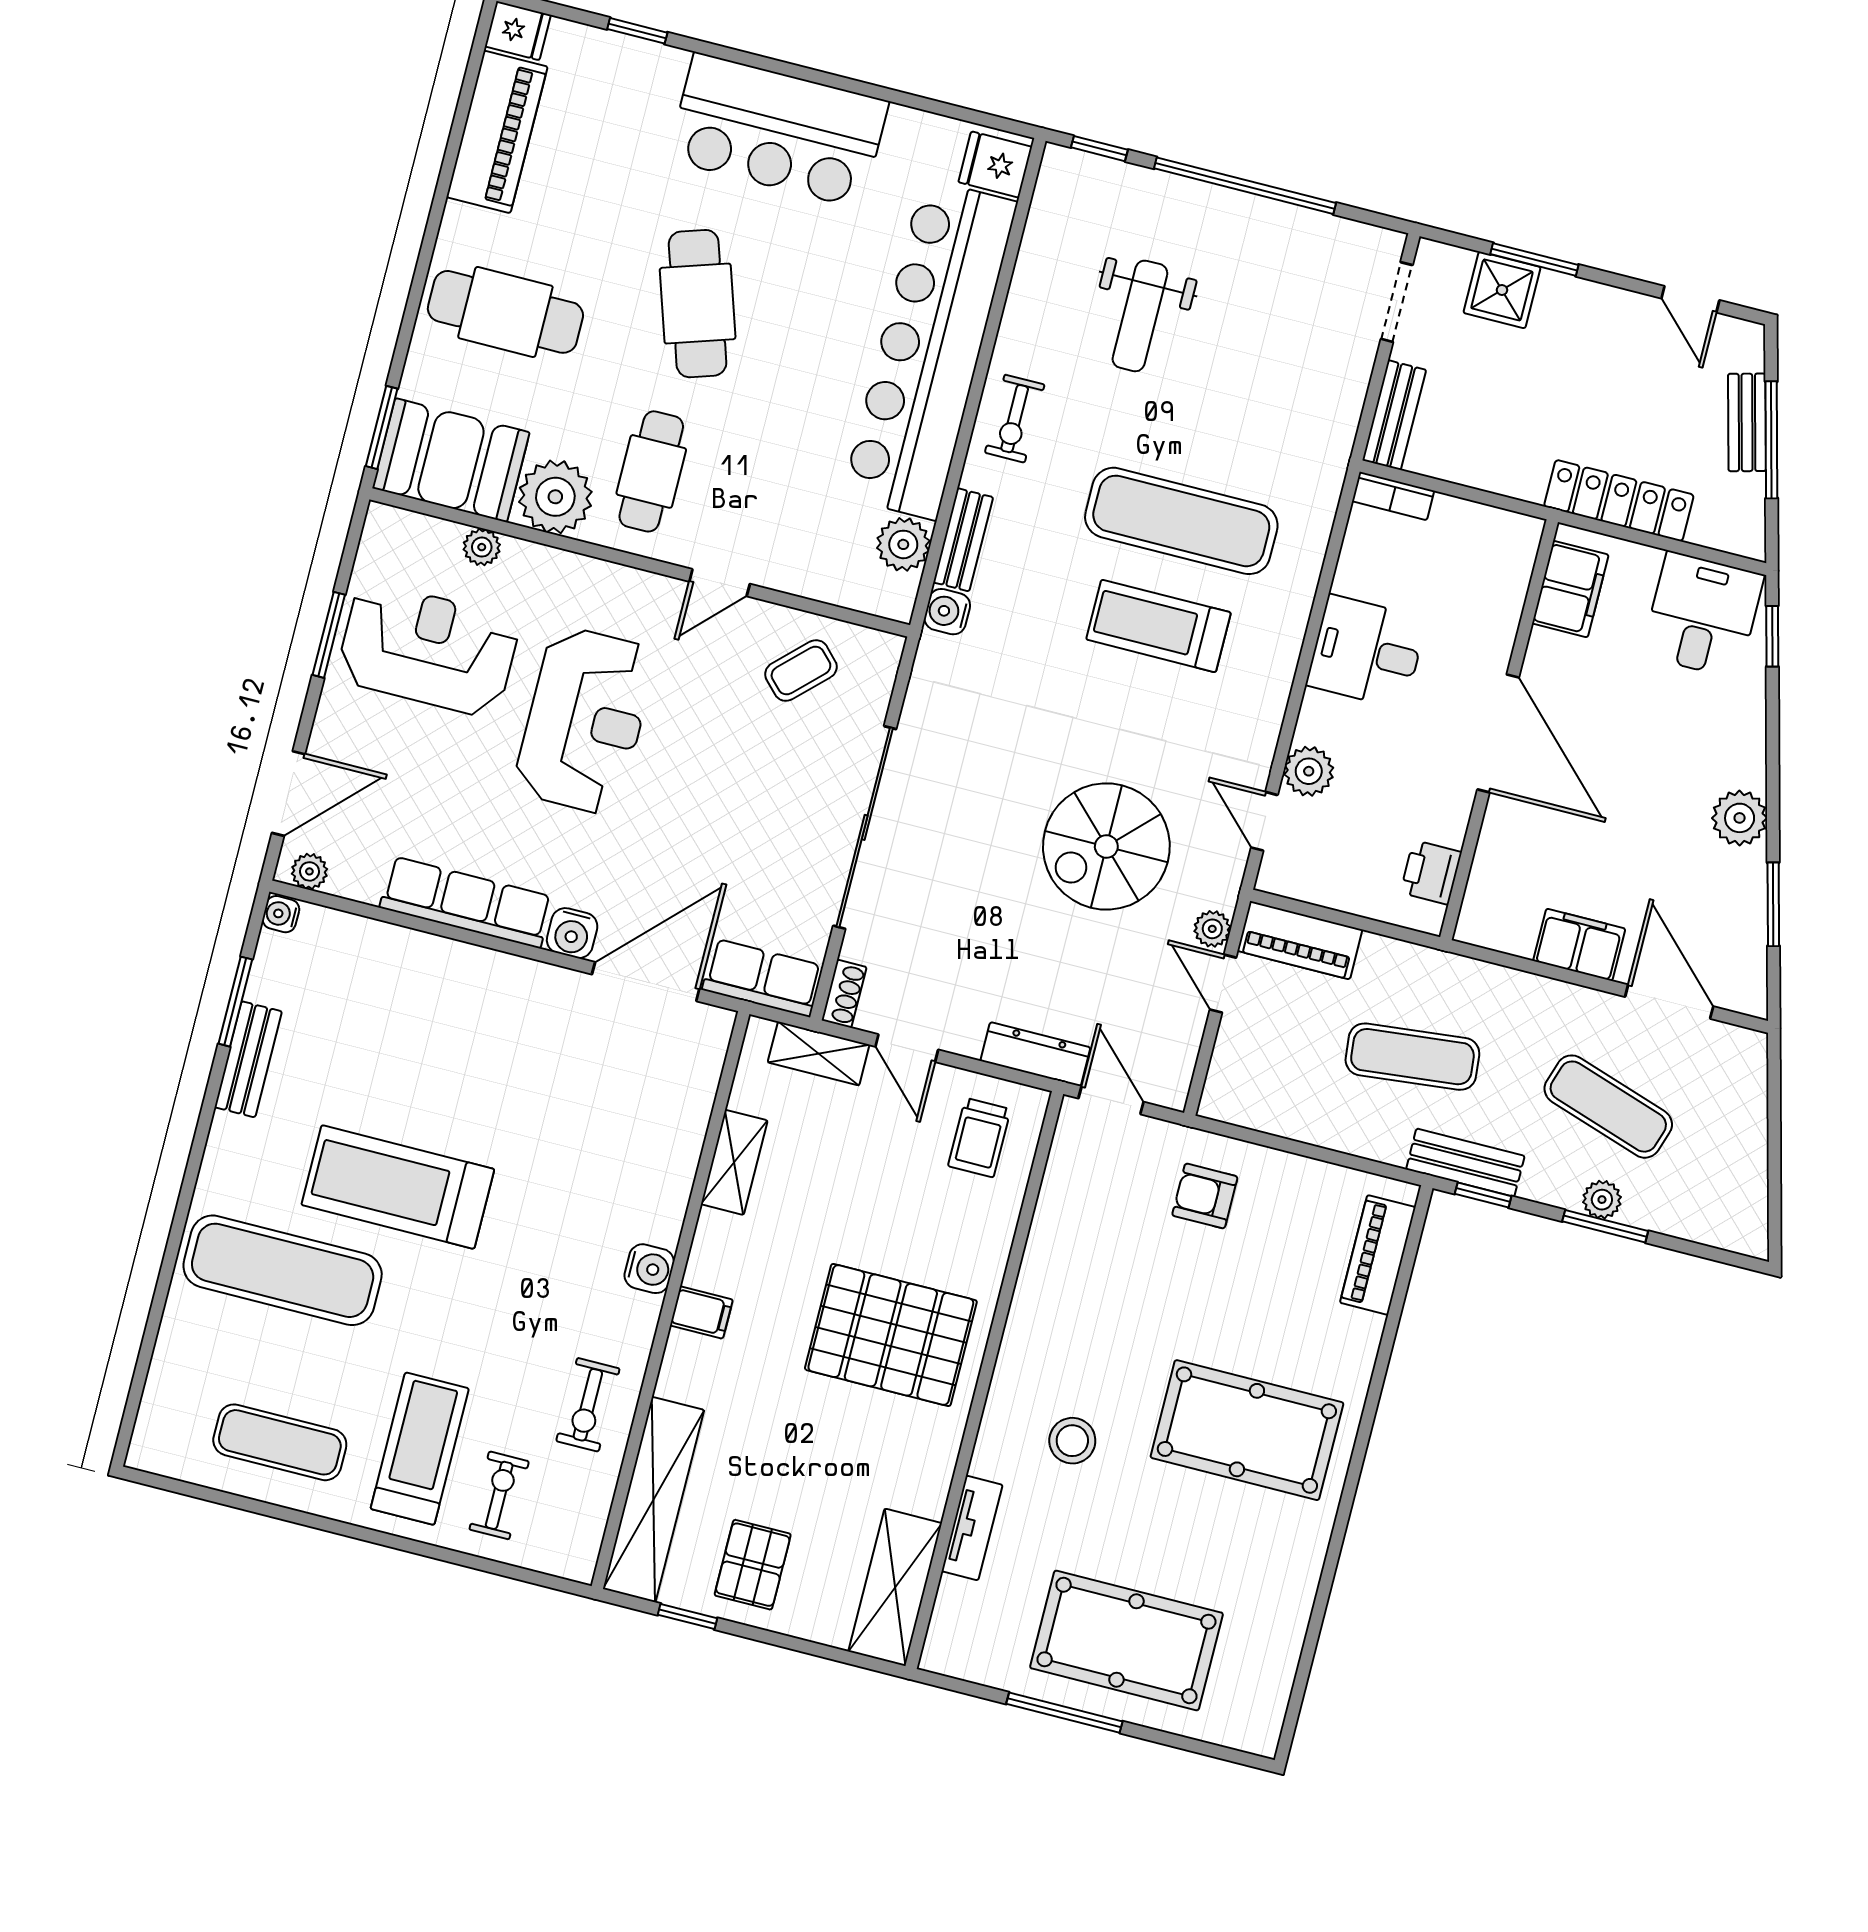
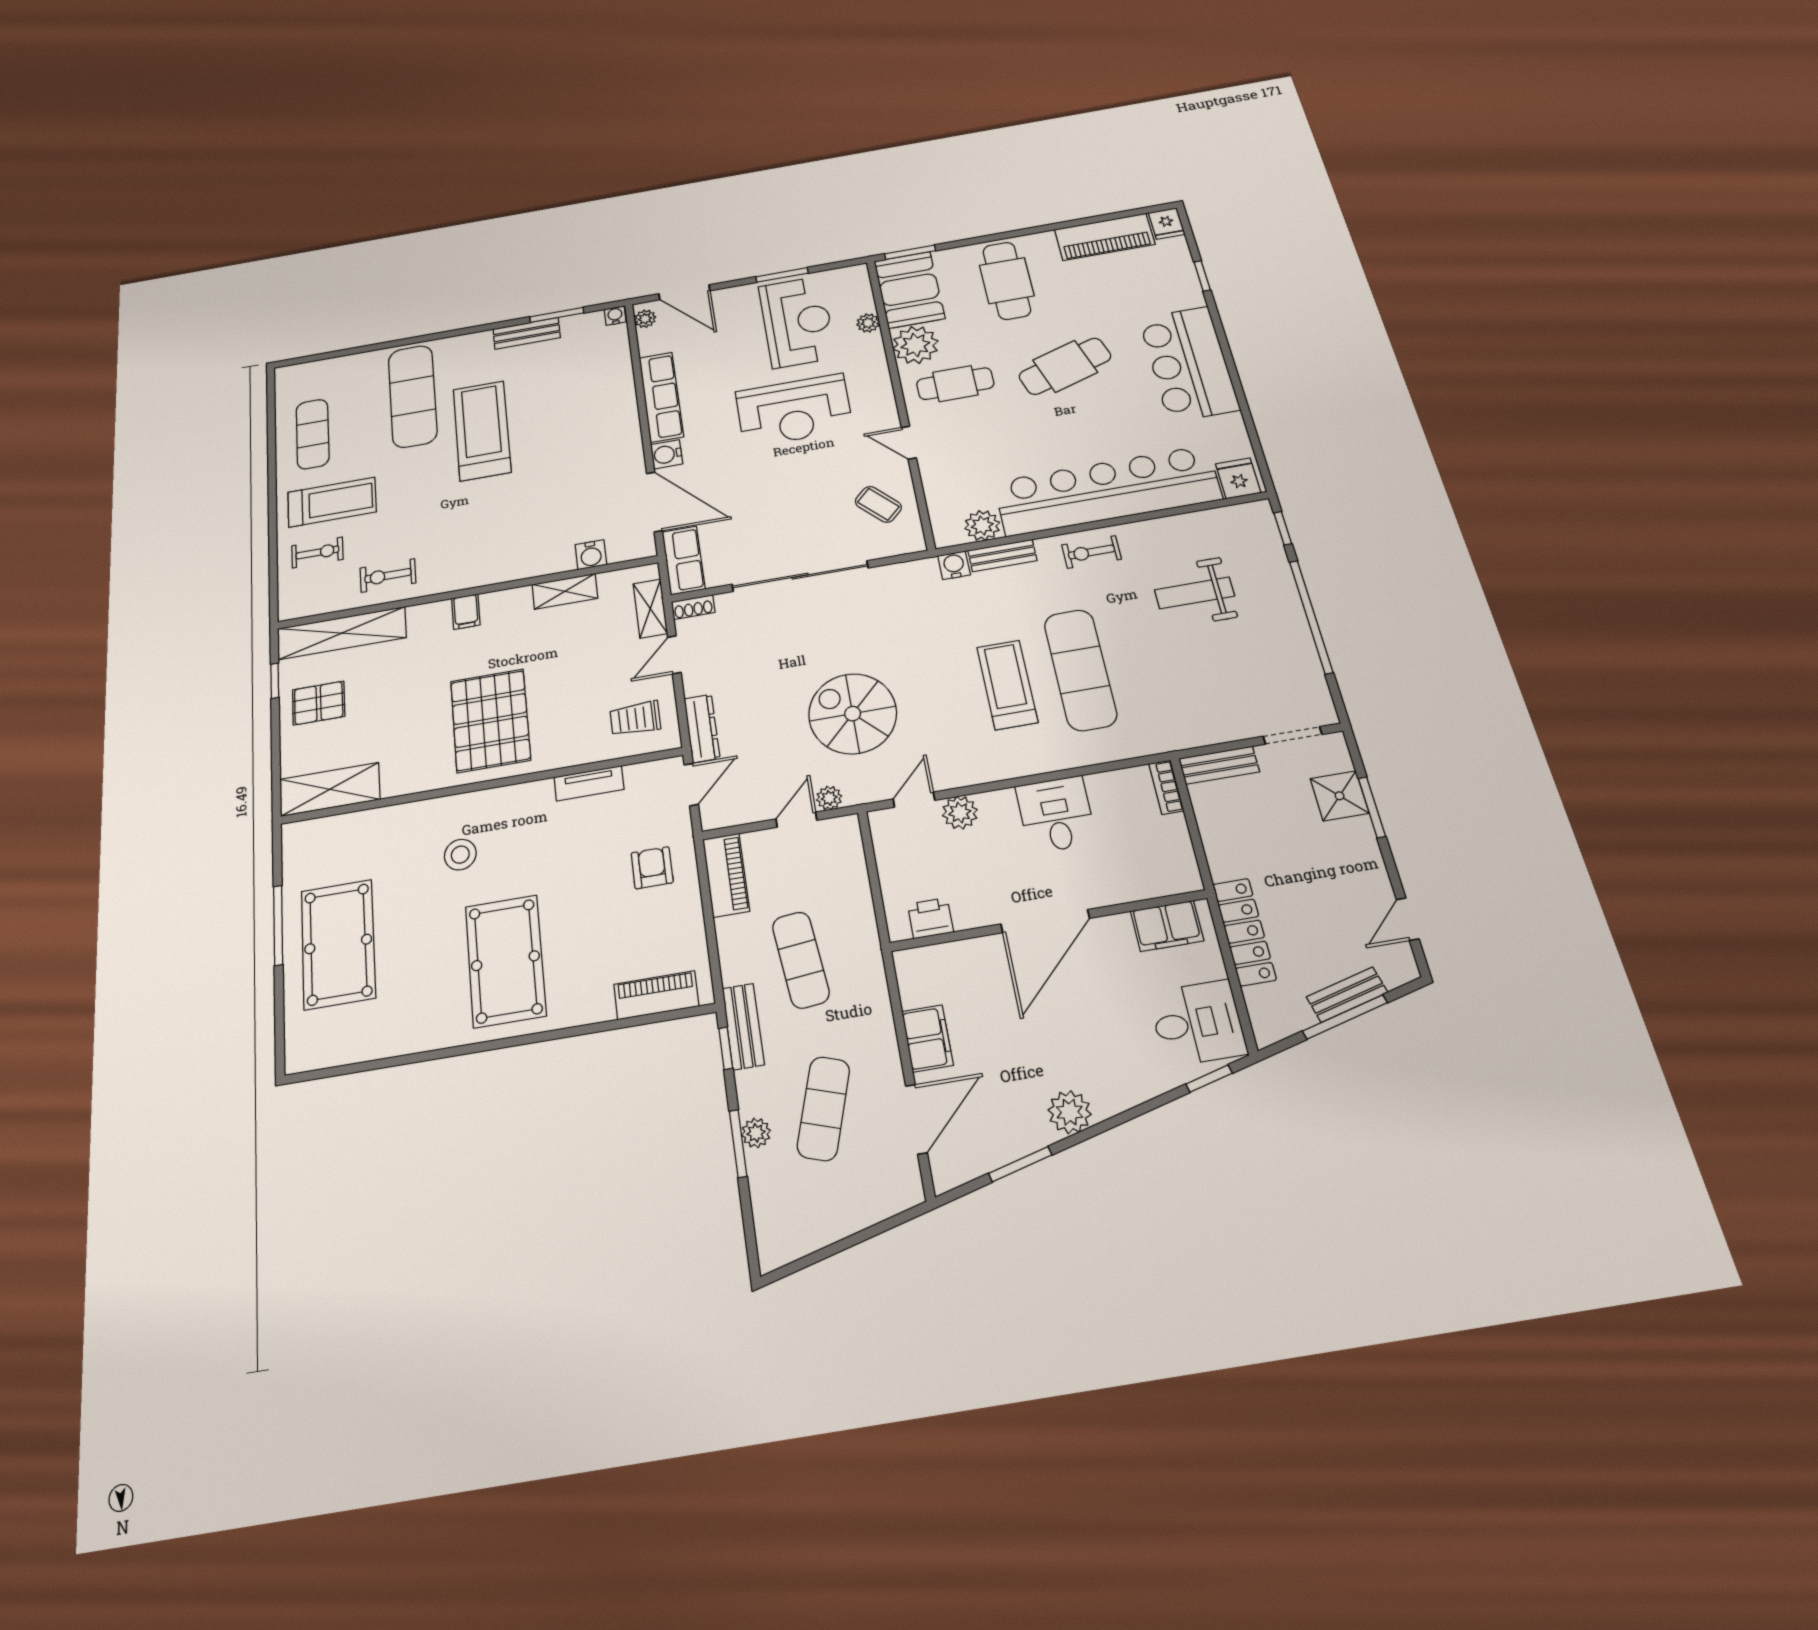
piano: (1300, 940) -> (726, 875), moved, turned 180
water cooler: (649, 1269) -> (591, 555), moved
tv unit: (972, 1528) -> (589, 783), moved

